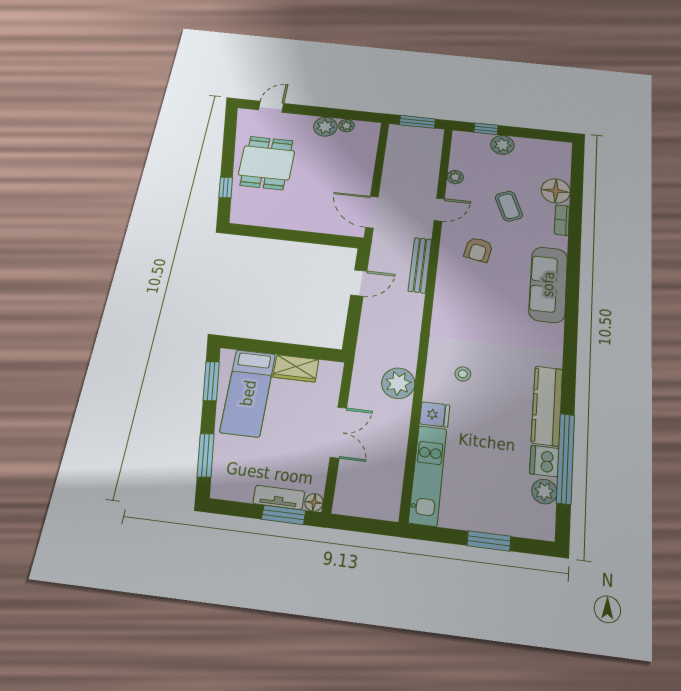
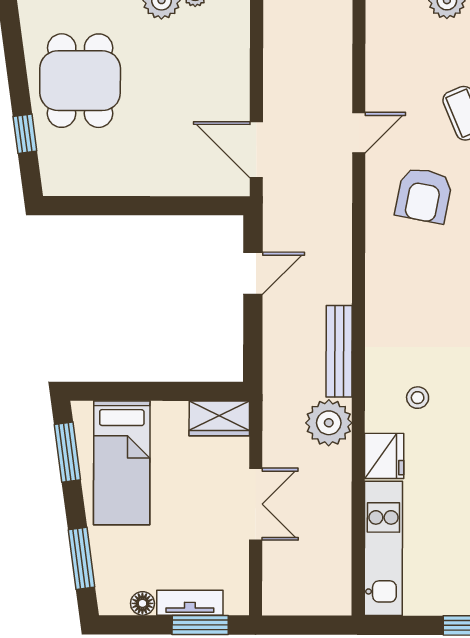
plant: (455, 177) -> (378, 70), removed
armchair: (478, 250) -> (424, 195), width x1.38, depth x1.38
bench: (420, 265) -> (339, 351), moved
wardrobe: (296, 368) -> (219, 418), moved
fridge: (435, 414) -> (384, 456), width x1.38
floor lamp: (314, 502) -> (142, 603), moved

